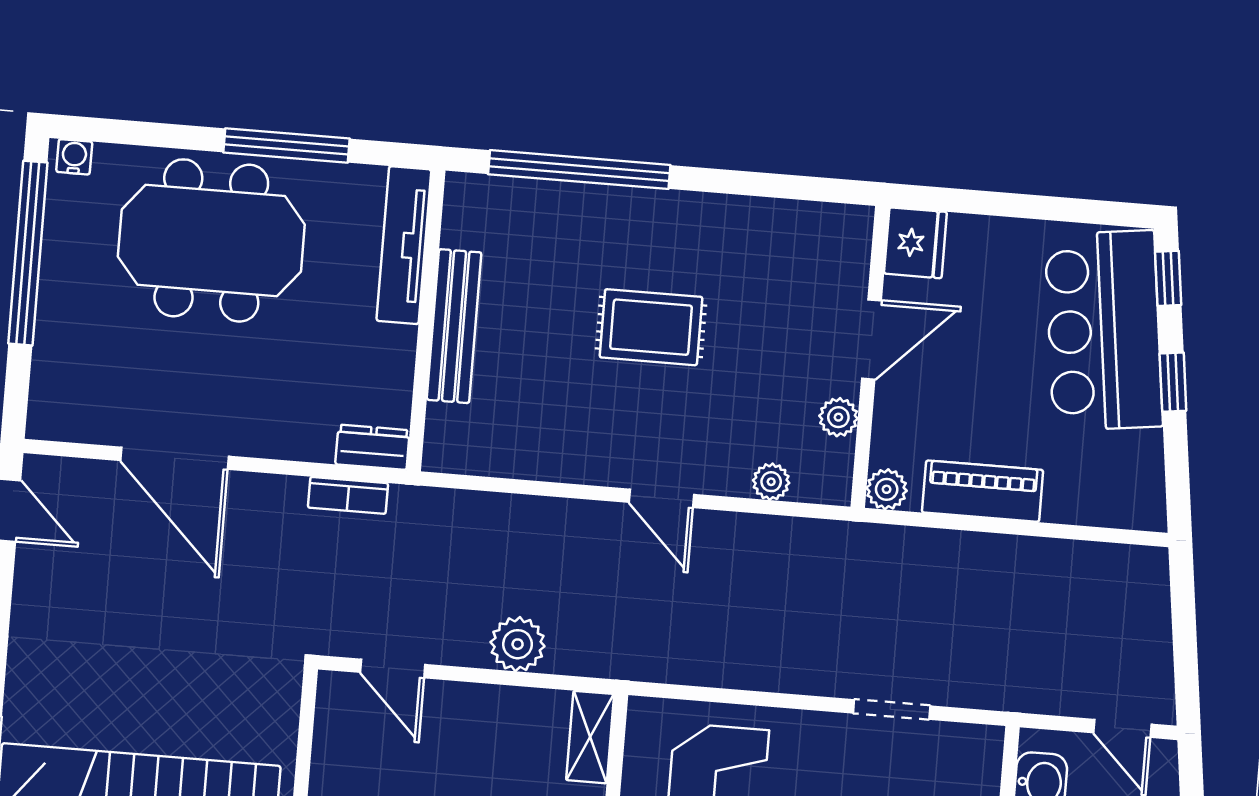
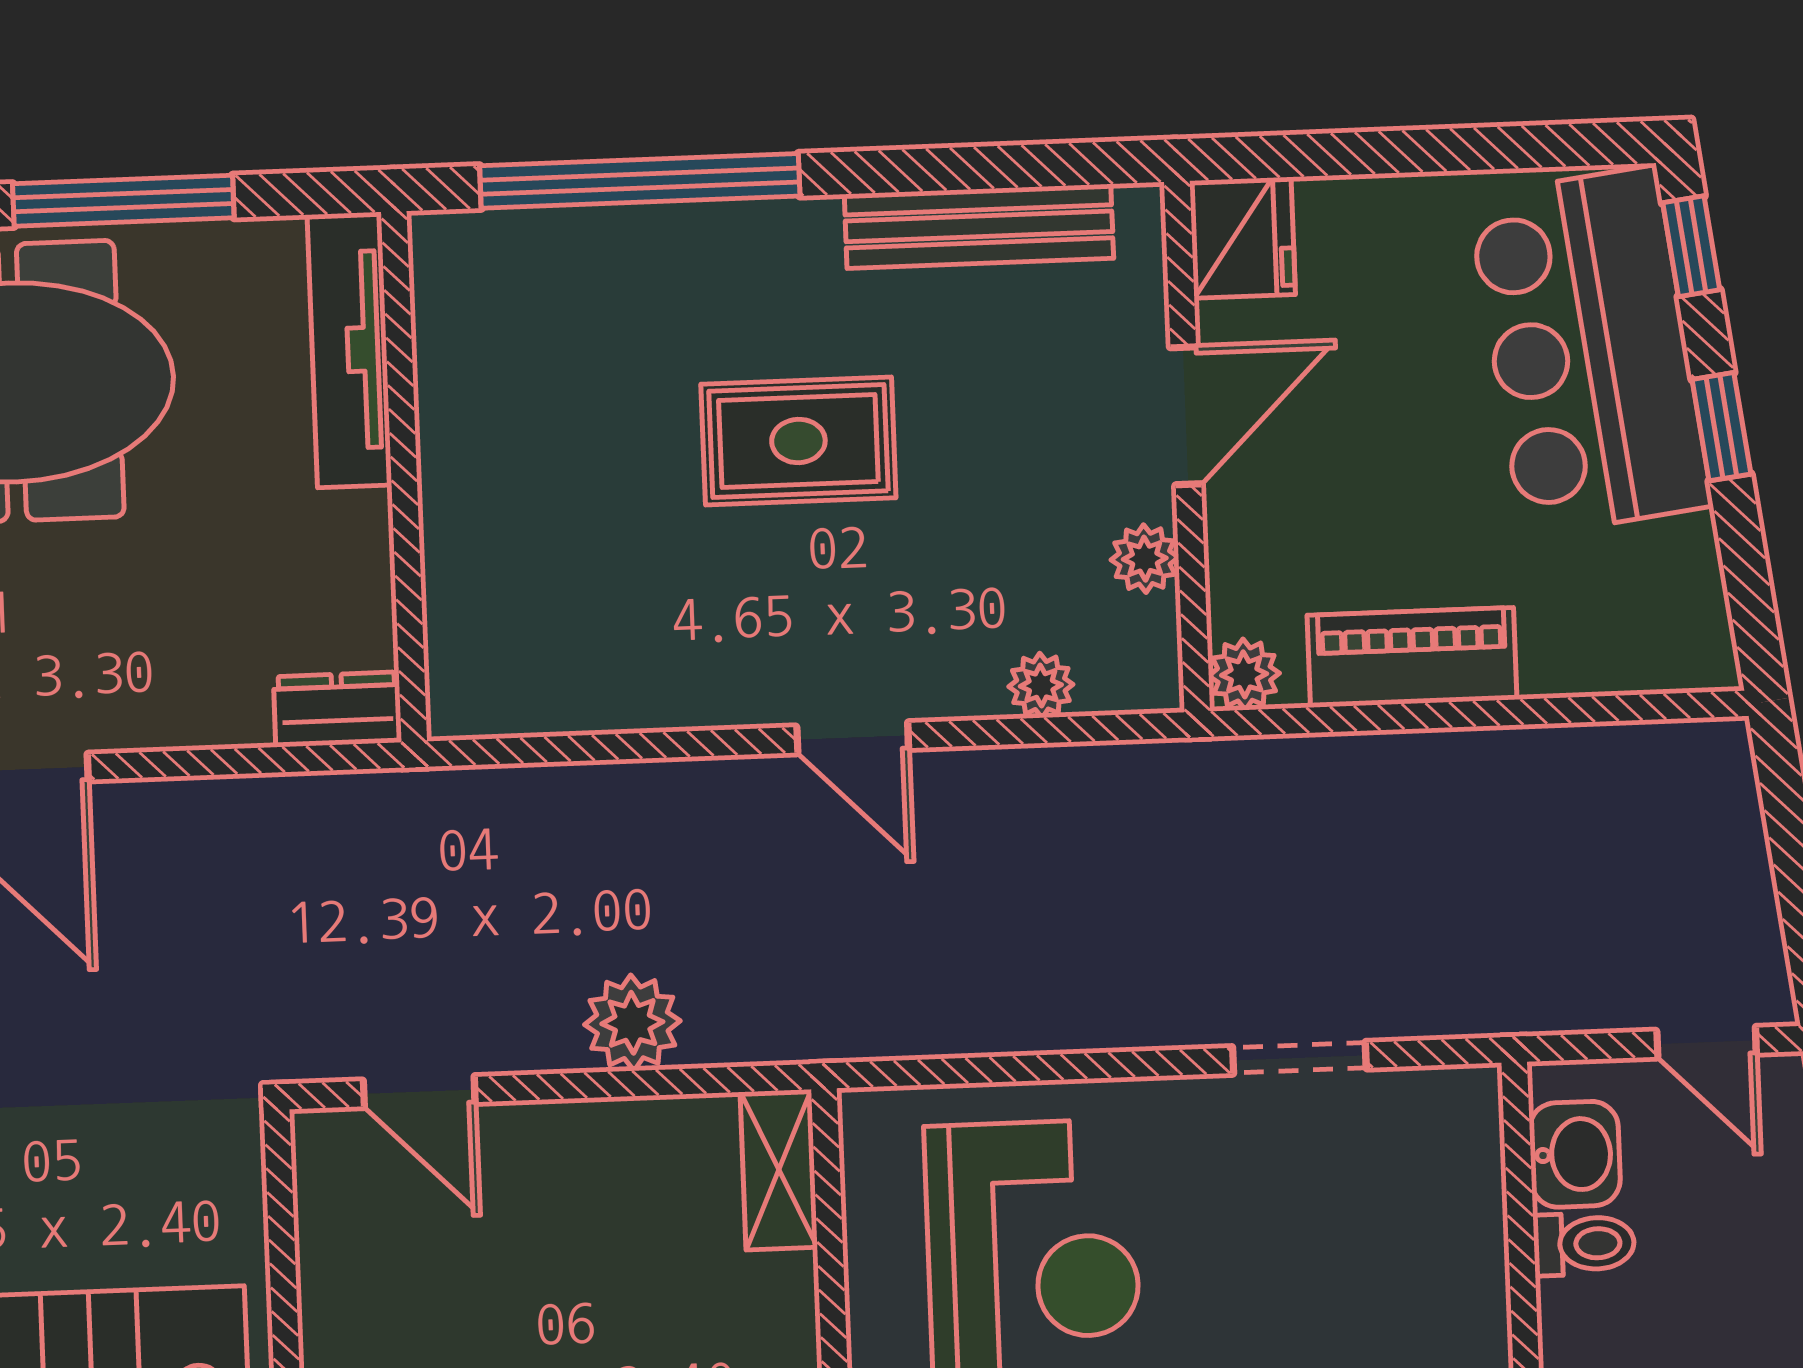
bench: (454, 326) -> (979, 226), moved, turned 90
bookcase: (348, 495) -> (305, 799), removed

